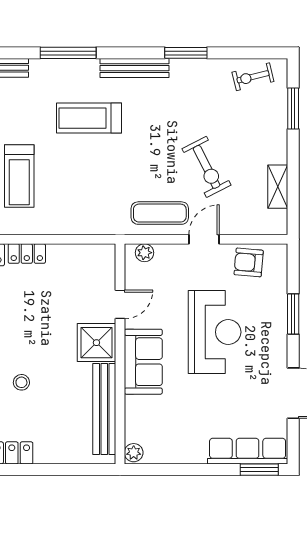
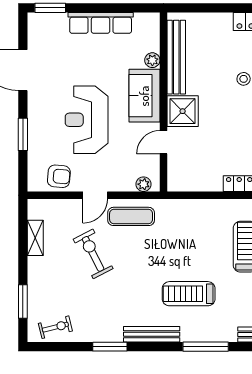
treadmill: (89, 118) -> (189, 294), turned 180
row of seats: (248, 451) -> (101, 23), moved
plant: (134, 453) -> (152, 60), moved

